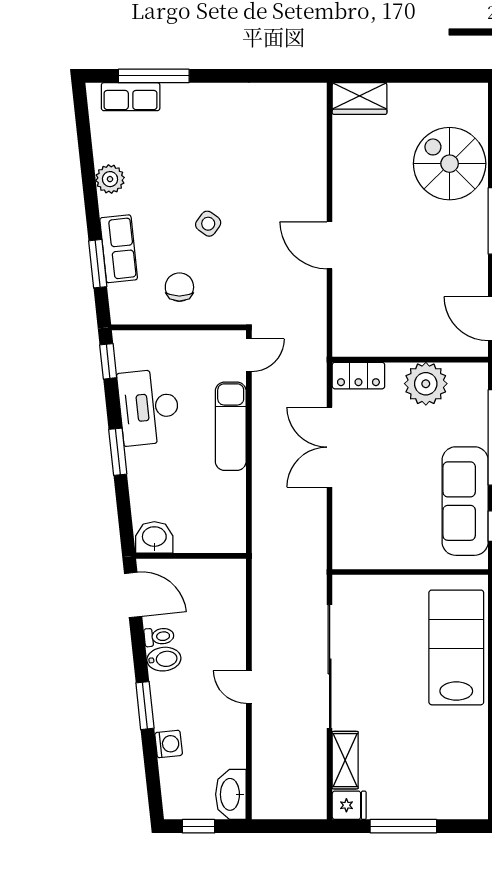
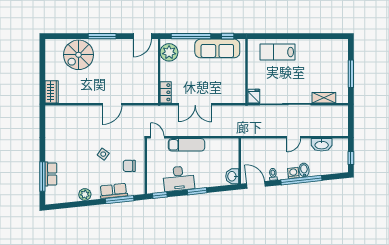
row of seats: (131, 97) -> (51, 174), moved
window: (98, 264) -> (120, 200), width x1.44
plant: (426, 384) -> (169, 52), moved
door: (133, 595) -> (256, 185), hinge flipped
lab bench: (456, 647) -> (277, 52), width x0.73, depth x0.72
bidet: (164, 659) -> (304, 170), moved
window: (145, 706) -> (301, 180), width x2.11
washing machine: (169, 744) -> (293, 173), moved
washbasin: (231, 794) -> (322, 145), moved
fridge: (349, 805) -> (254, 96), moved

